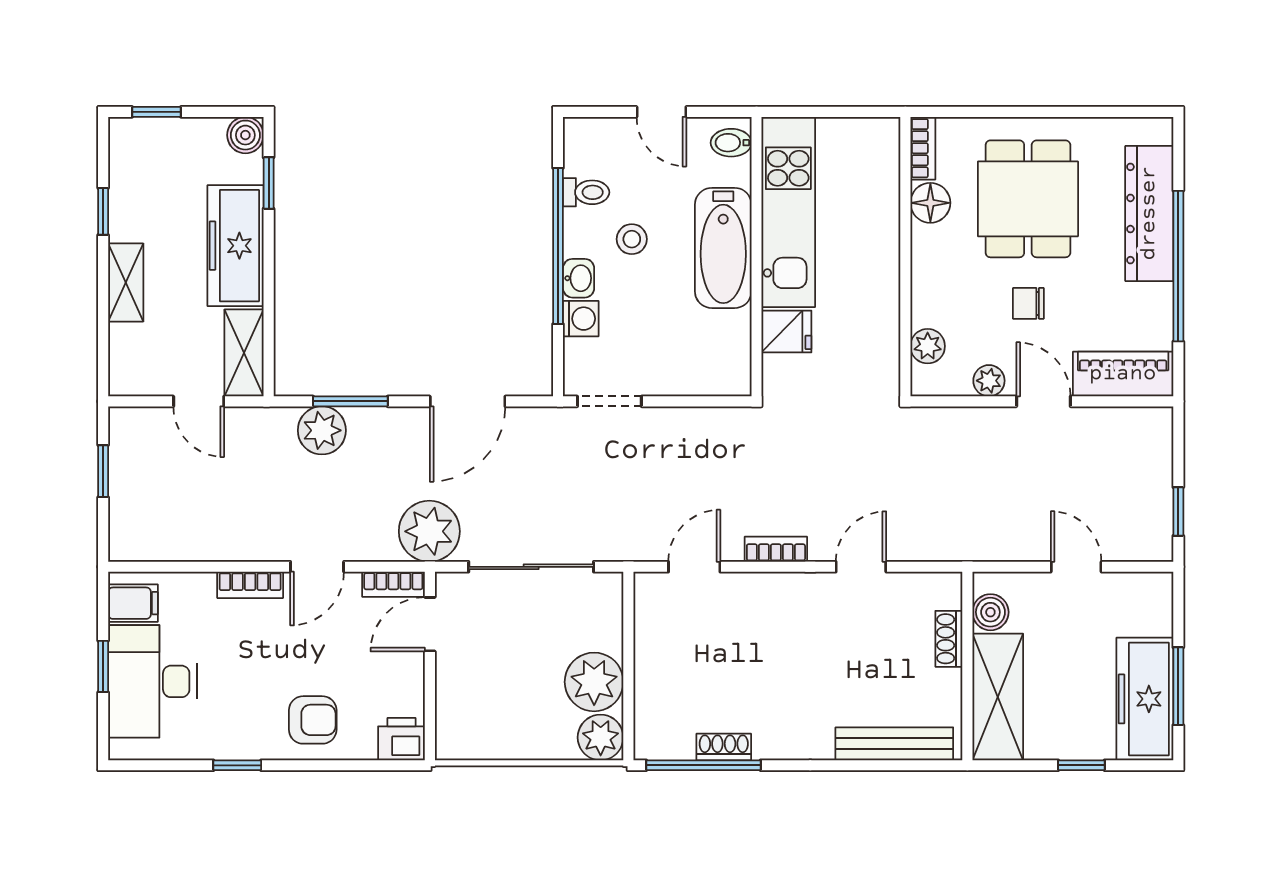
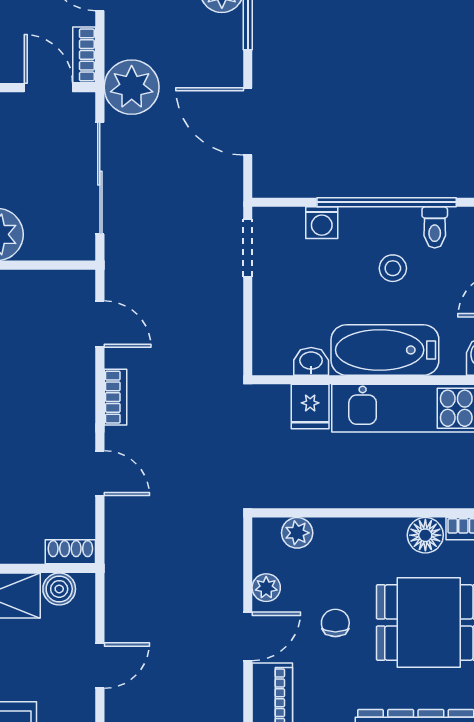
washbasin: (579, 278) -> (311, 361), moved, turned 180
shoe rack: (949, 639) -> (70, 552), moved

